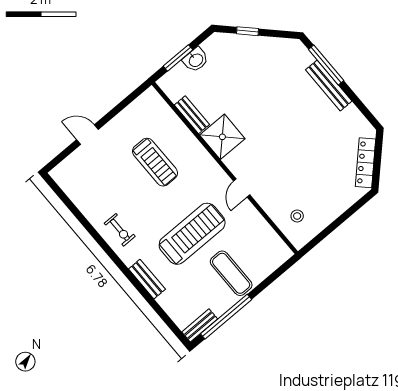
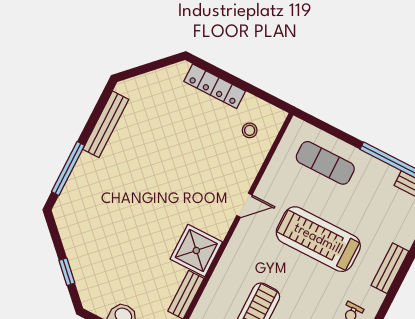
bench: (329, 85) -> (106, 124), moved
locker: (365, 163) -> (215, 86), moved, turned 45
exercise mat: (231, 273) -> (325, 163), moved, turned 90

